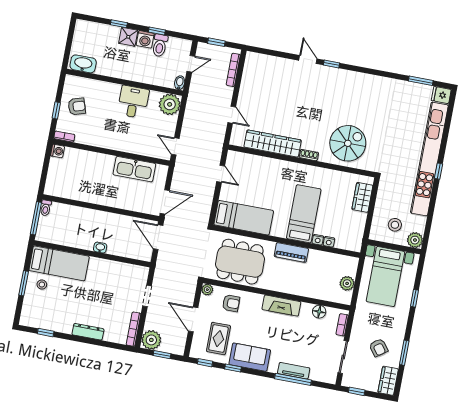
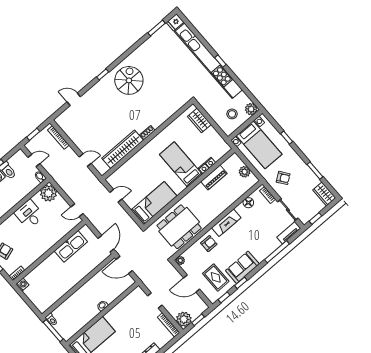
door: (308, 60) -> (74, 99), moved
door: (191, 64) -> (34, 160), hinge flipped
spiral stairs: (348, 143) -> (129, 80), moved
piano: (291, 252) -> (214, 177), moved
armchair: (231, 303) -> (209, 244), moved
armchair: (379, 348) -> (283, 178), moved
tv unit: (294, 371) -> (289, 233), moved

